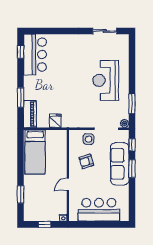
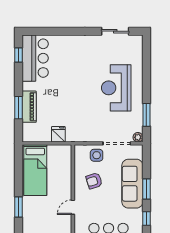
piano: (30, 114) -> (29, 107), moved
window: (132, 145) -> (146, 218), moved
window: (21, 194) -> (19, 207), moved

